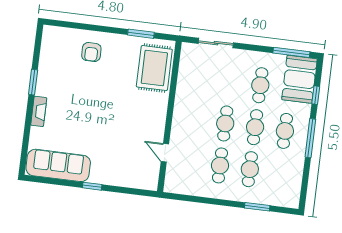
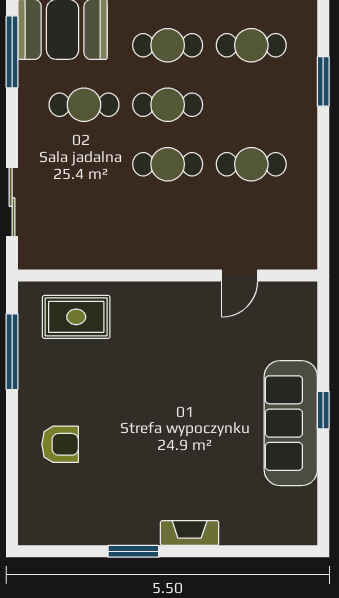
window: (141, 34) -> (12, 352), width x1.44
rug: (154, 68) -> (76, 317), width x0.73, depth x0.70
sofa: (58, 165) -> (291, 423), moved
cafe table: (250, 169) -> (251, 45), moved

